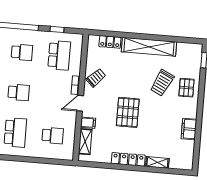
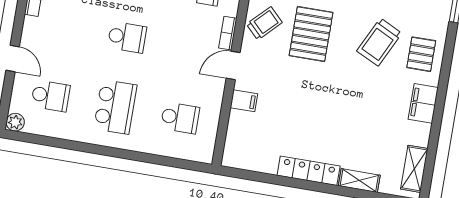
pallet: (128, 112) -> (311, 34), moved
filing cabinet: (189, 129) -> (423, 103), moved
shelving: (85, 142) -> (414, 169), moved

